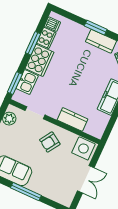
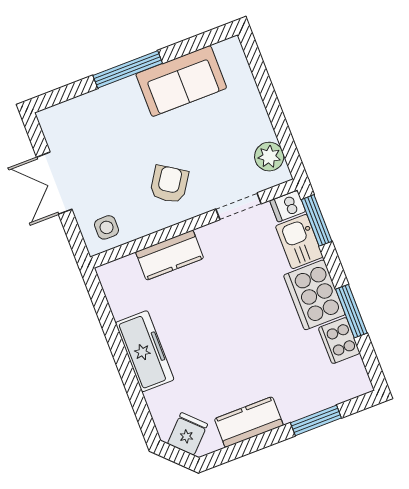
dishwasher: (52, 24) -> (288, 206), moved
window: (96, 28) -> (316, 420), moved
side table: (83, 148) -> (107, 227), width x0.54, depth x0.54

